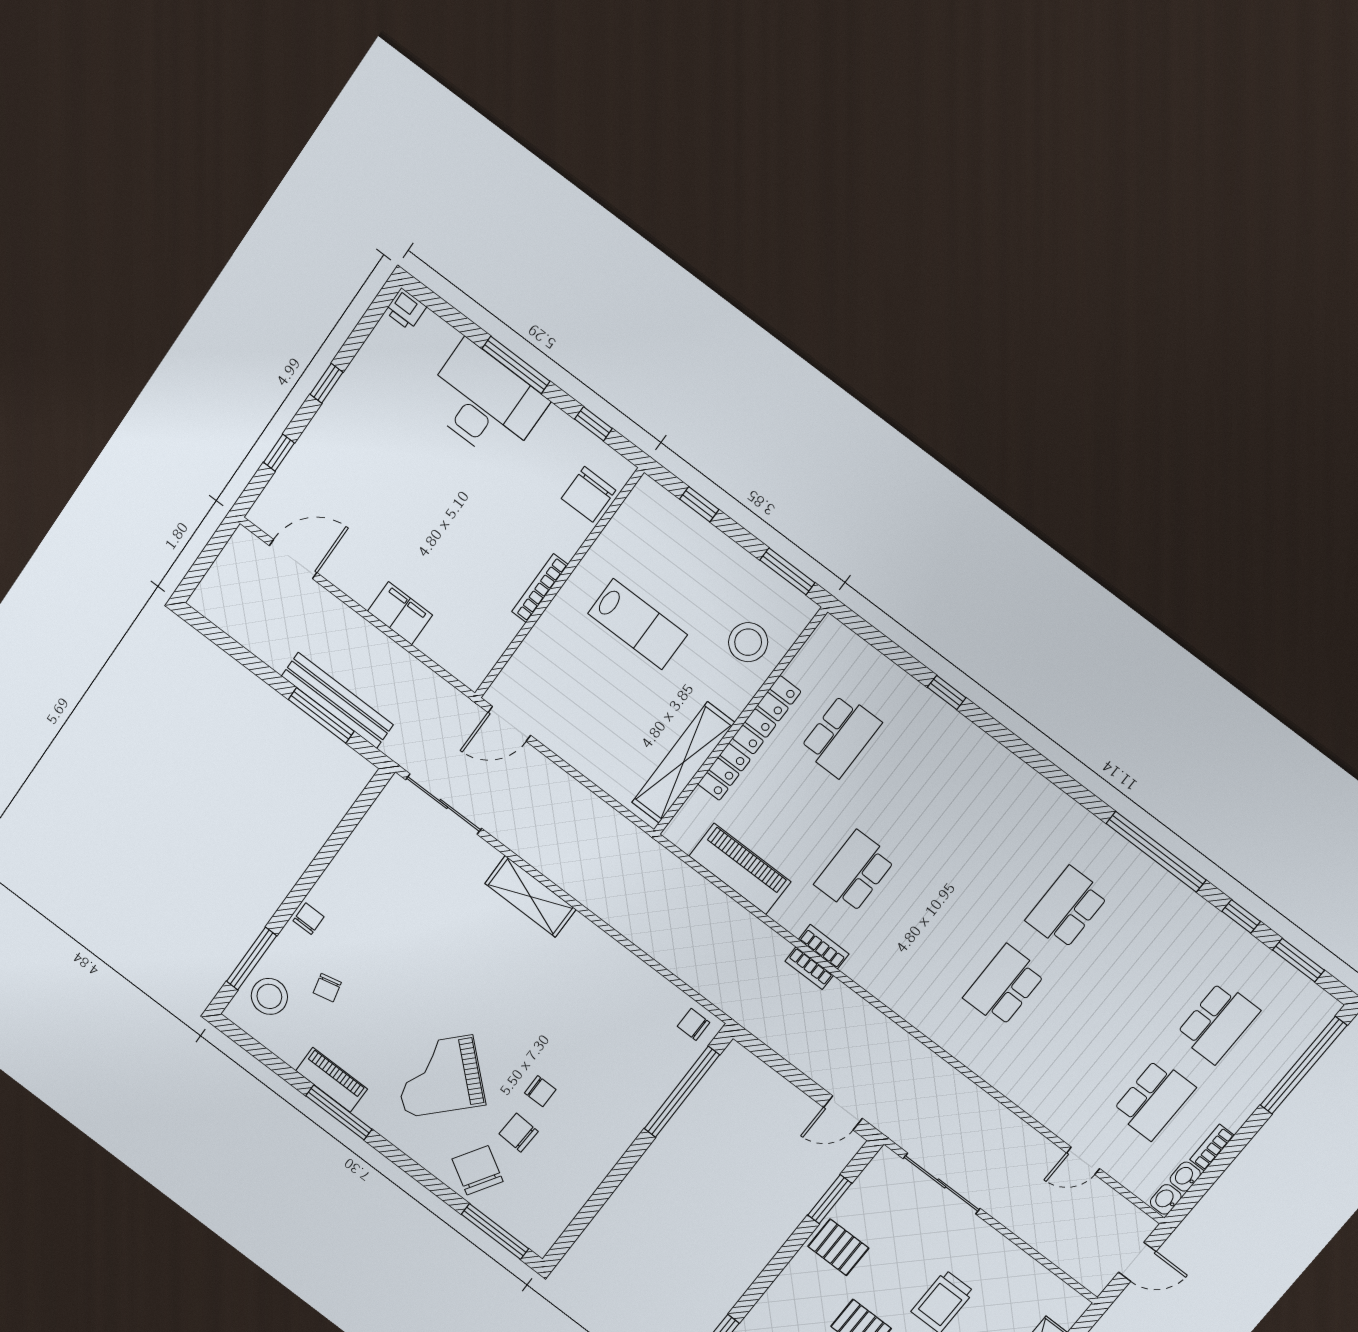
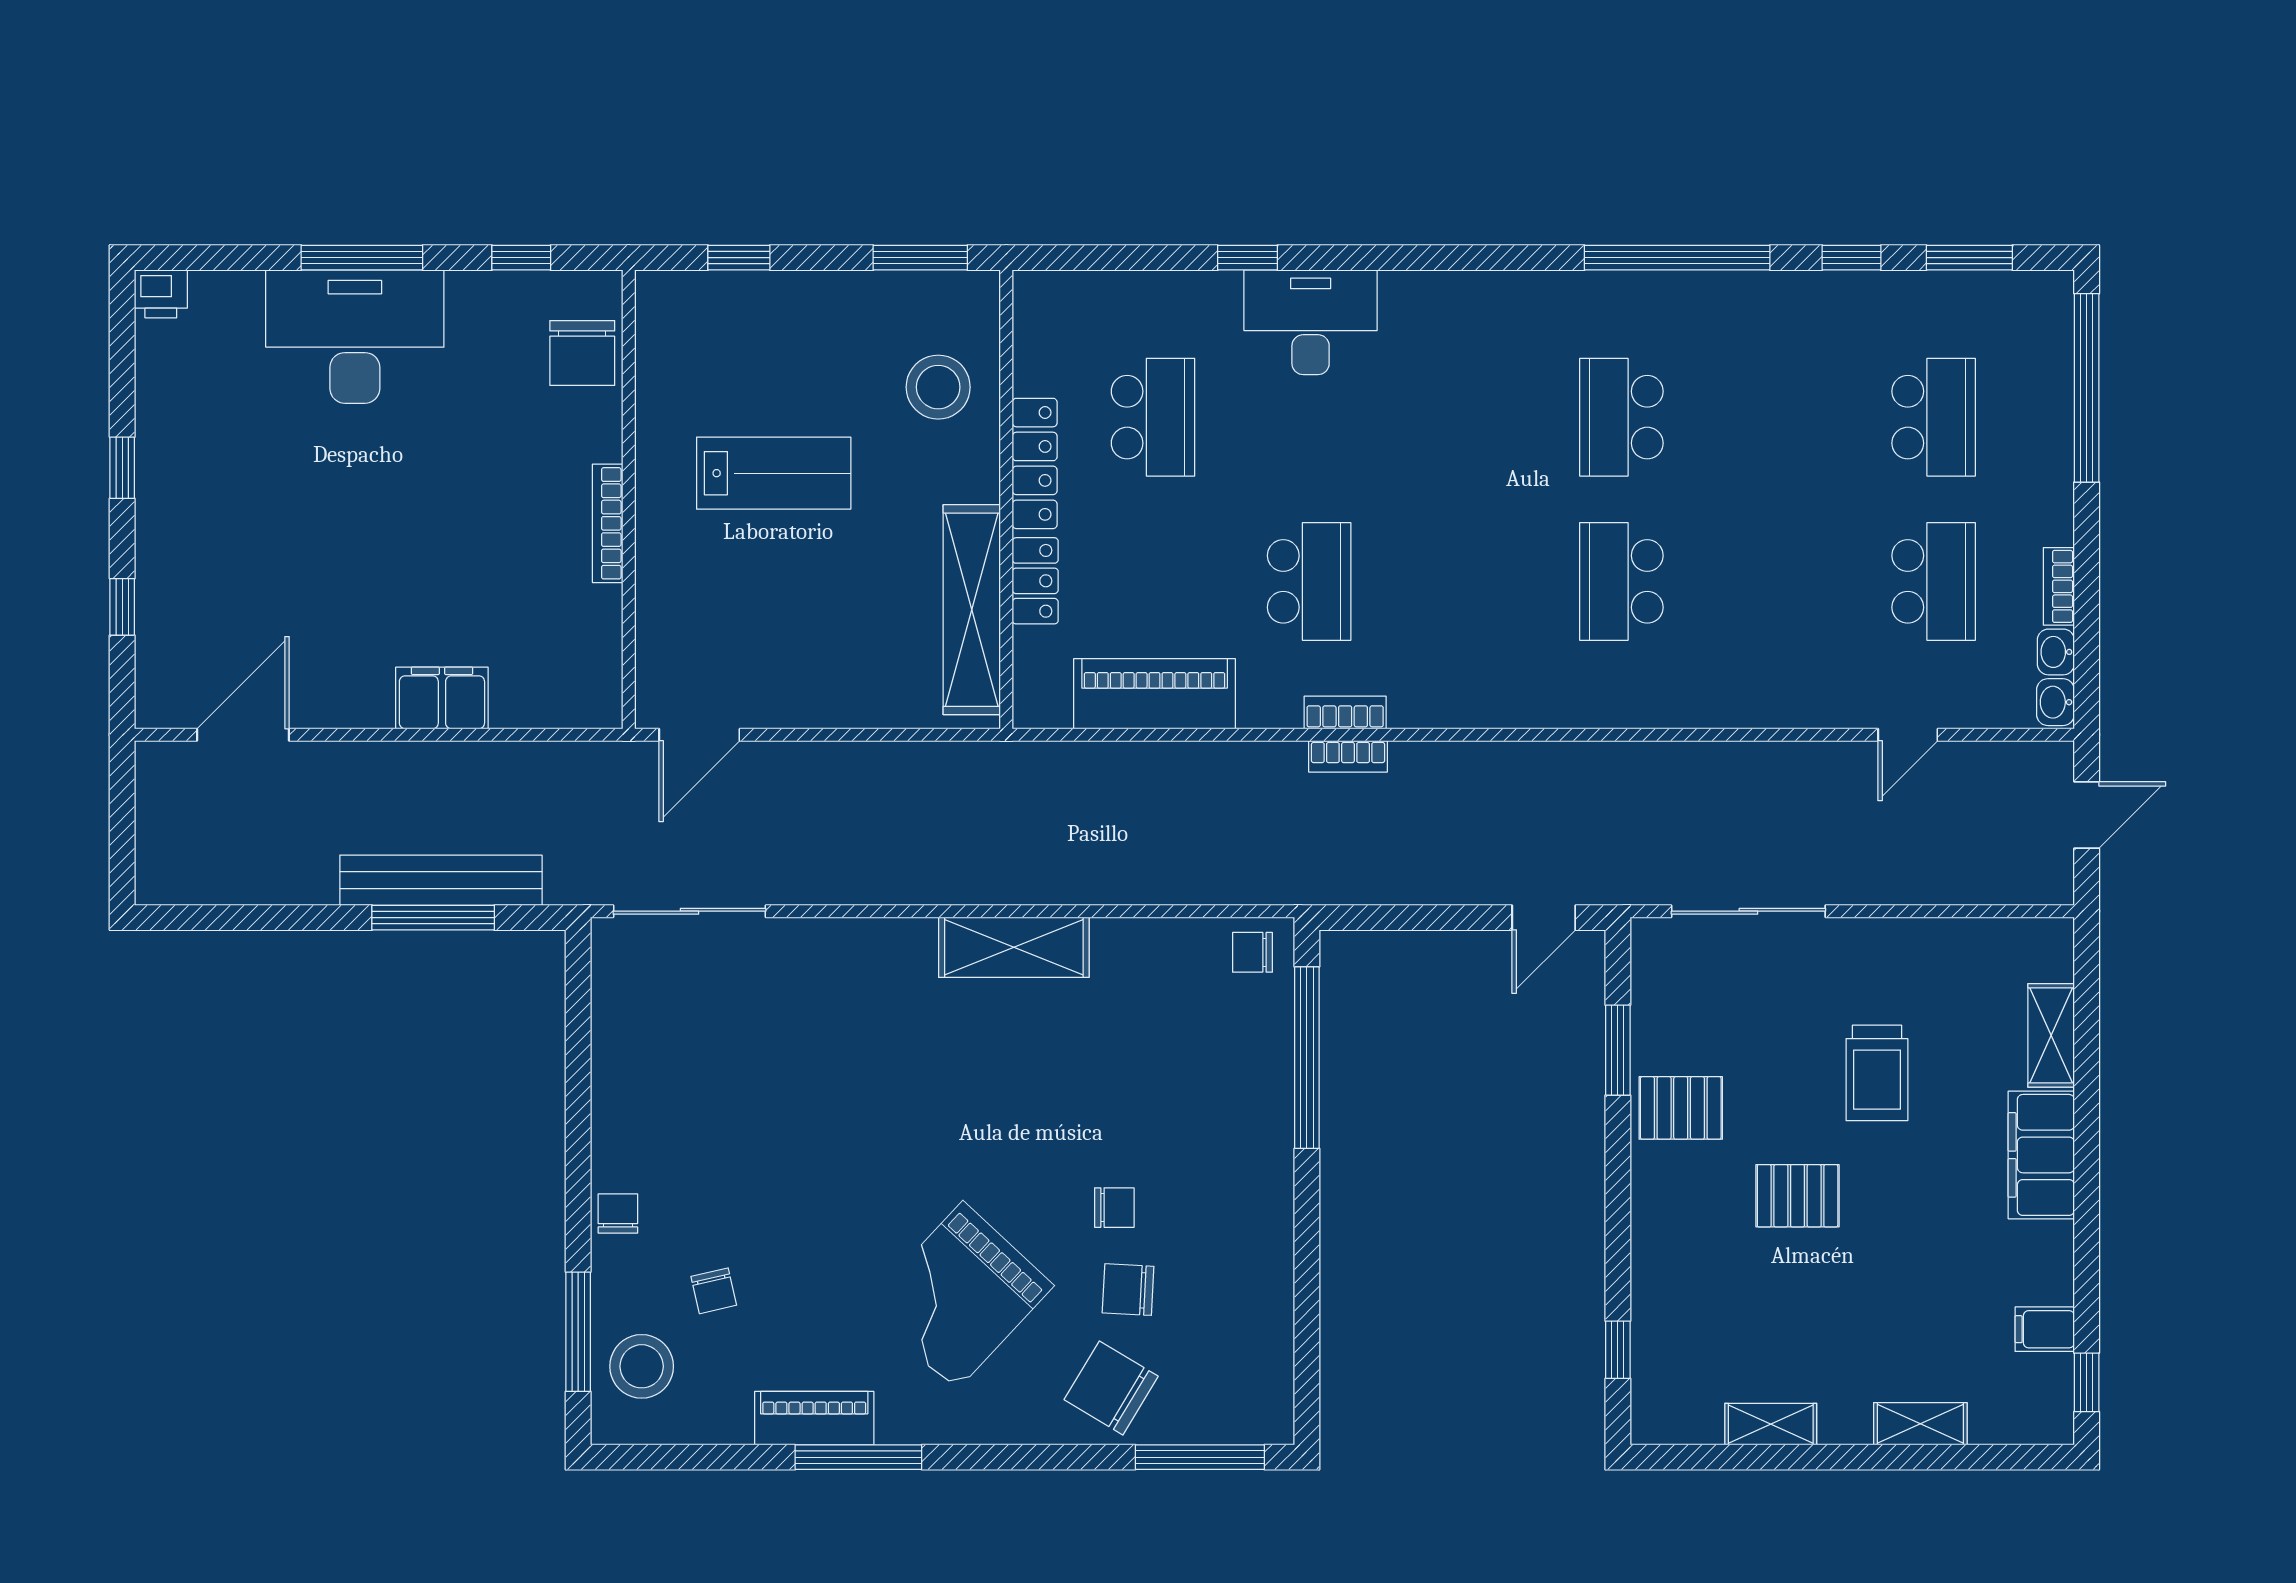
desk: (953, 748) -> (1311, 322), added
school desk: (855, 872) -> (1309, 581), turned 180
shelving: (530, 896) -> (1014, 947), moved

